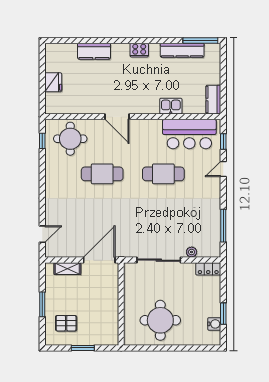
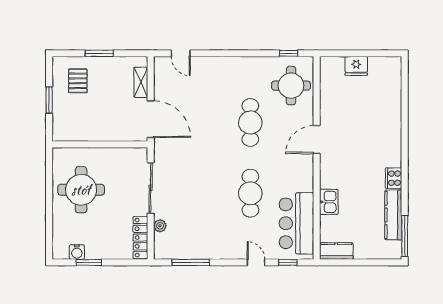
cooker: (139, 50) -> (394, 178), moved
kitchen counter: (94, 51) -> (392, 113), removed
locker: (208, 269) -> (140, 238), width x1.53

